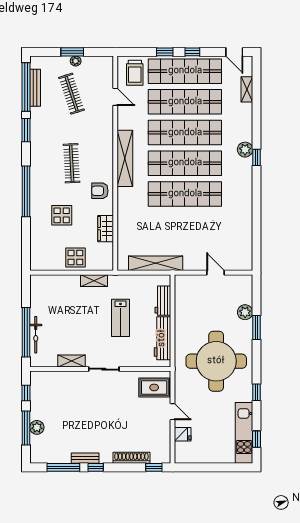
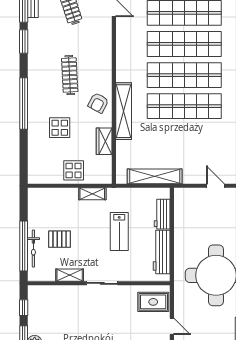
shelving: (125, 158) -> (124, 111), moved
armchair: (100, 191) -> (98, 103), turned -62
pallet: (62, 325) -> (60, 239), added

